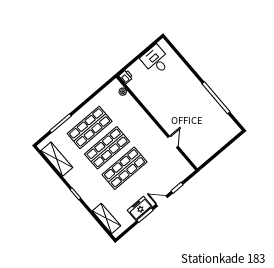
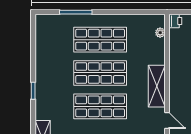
door: (173, 142) -> (167, 121), hinge flipped
shelving: (57, 159) -> (157, 86), moved

